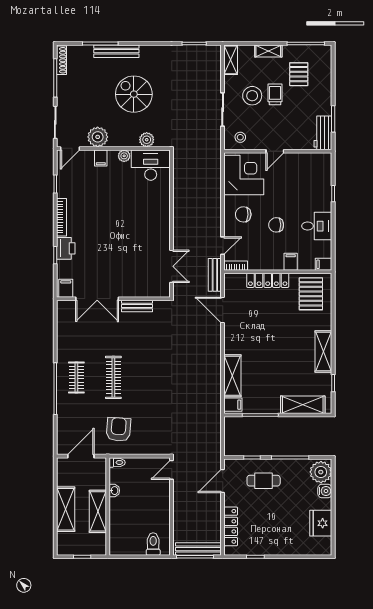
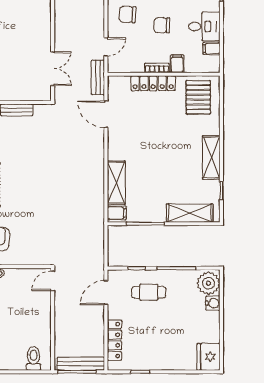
filing cabinet: (324, 264) -> (211, 48), moved
bookcase: (236, 266) -> (157, 68), moved
fridge: (321, 523) -> (208, 357), moved

